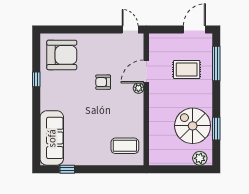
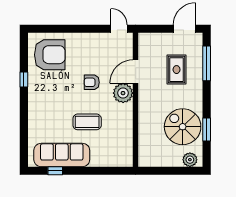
rug: (187, 70) -> (177, 70), turned 90
plant: (138, 88) -> (123, 93), width x1.88, depth x1.88
sofa: (52, 138) -> (62, 155), moved, turned -90
coffee table: (125, 146) -> (87, 122), moved

